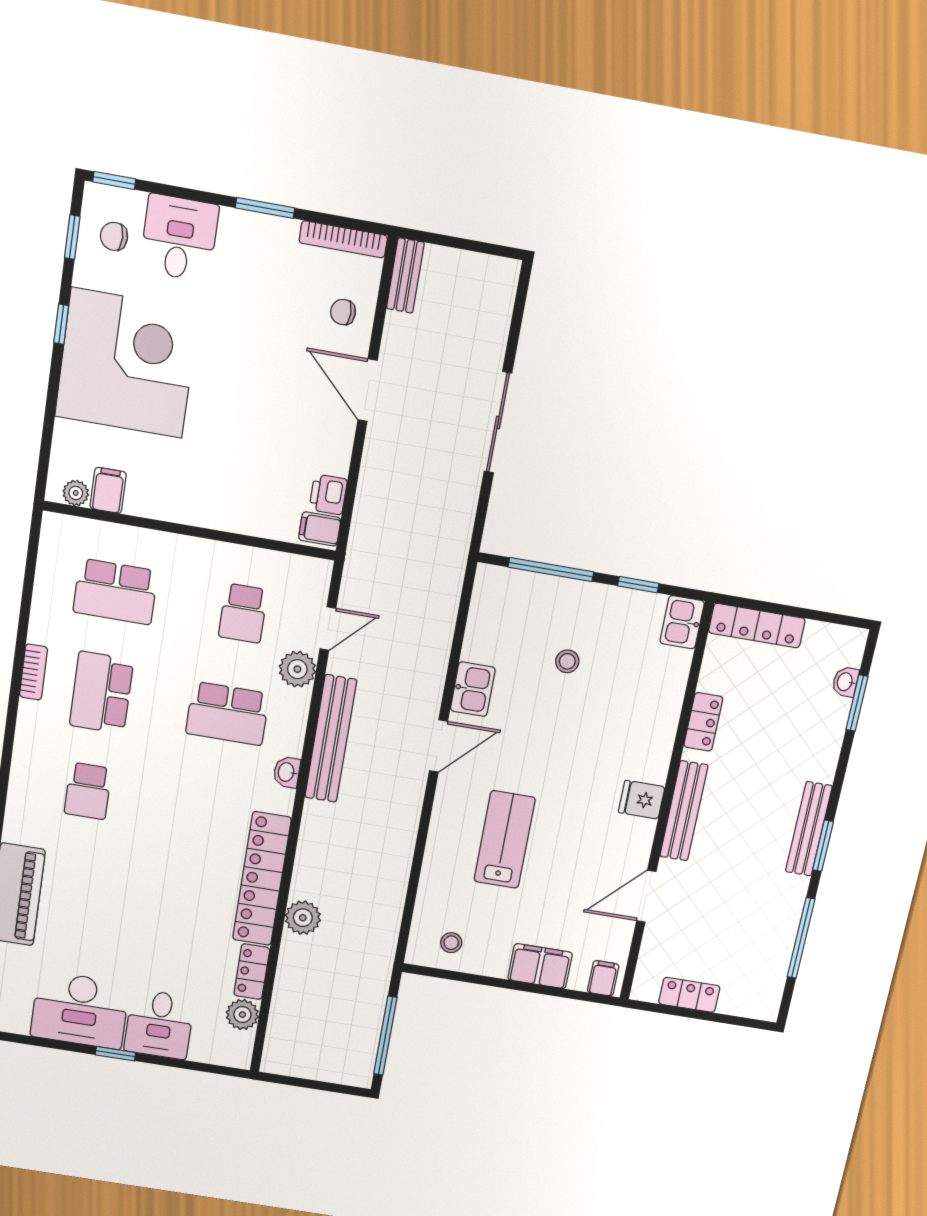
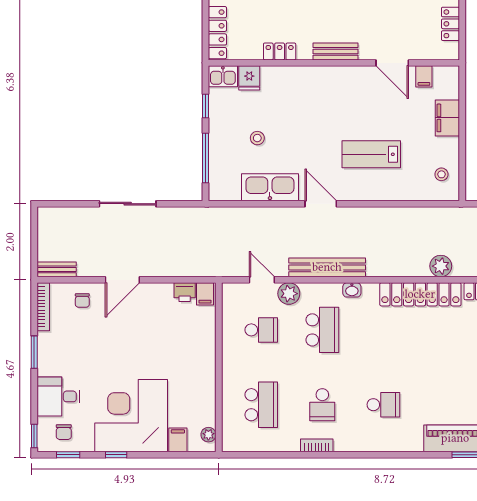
filing cabinet: (108, 490) -> (178, 440), moved, turned 90
kitchen sink: (473, 689) -> (270, 187), width x1.87, depth x1.24
school desk: (101, 693) -> (322, 405), width x0.54
fridge: (642, 800) -> (249, 78), moved
bench: (684, 811) -> (335, 51), width x0.73
filing cabinet: (603, 978) -> (424, 76), moved, turned -90

